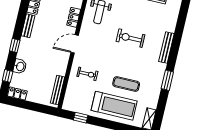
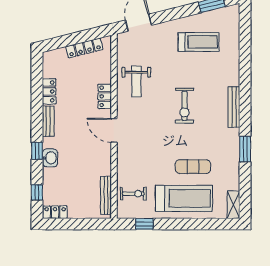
exercise bike: (130, 38) -> (184, 106), turned -90
door: (75, 44) -> (114, 130), hinge flipped
washbasin: (20, 66) -> (50, 158), moved
exercise bike: (87, 74) -> (133, 194), moved

